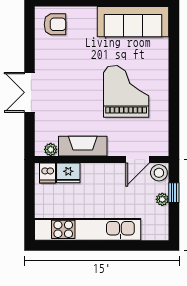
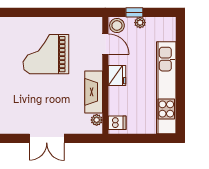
fridge: (68, 173) -> (117, 75), moved

